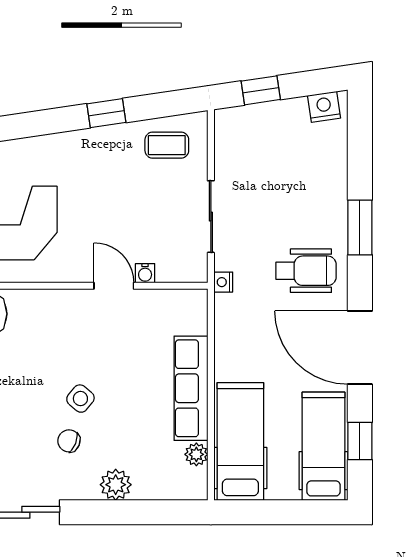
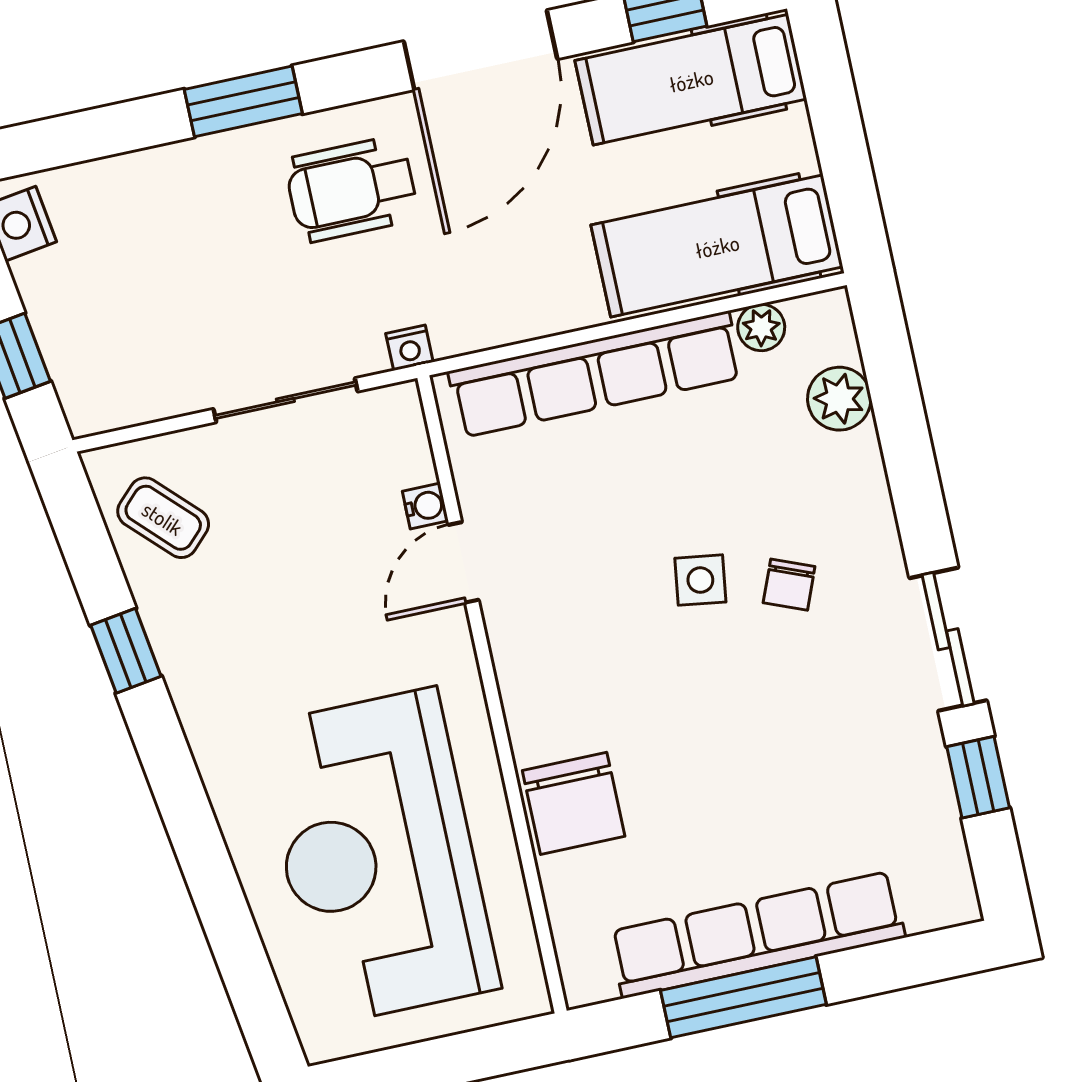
coffee table: (167, 145) -> (163, 518), turned -45
wheelchair: (306, 271) -> (352, 189), turned -90
row of seats: (191, 388) -> (595, 374), width x1.36
side table: (80, 399) -> (700, 580), turned -32
plant: (116, 485) -> (839, 399), moved

